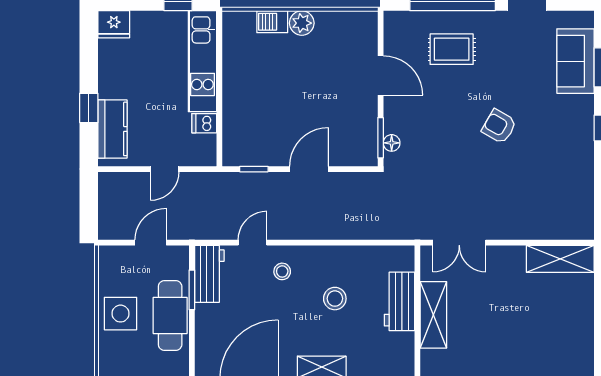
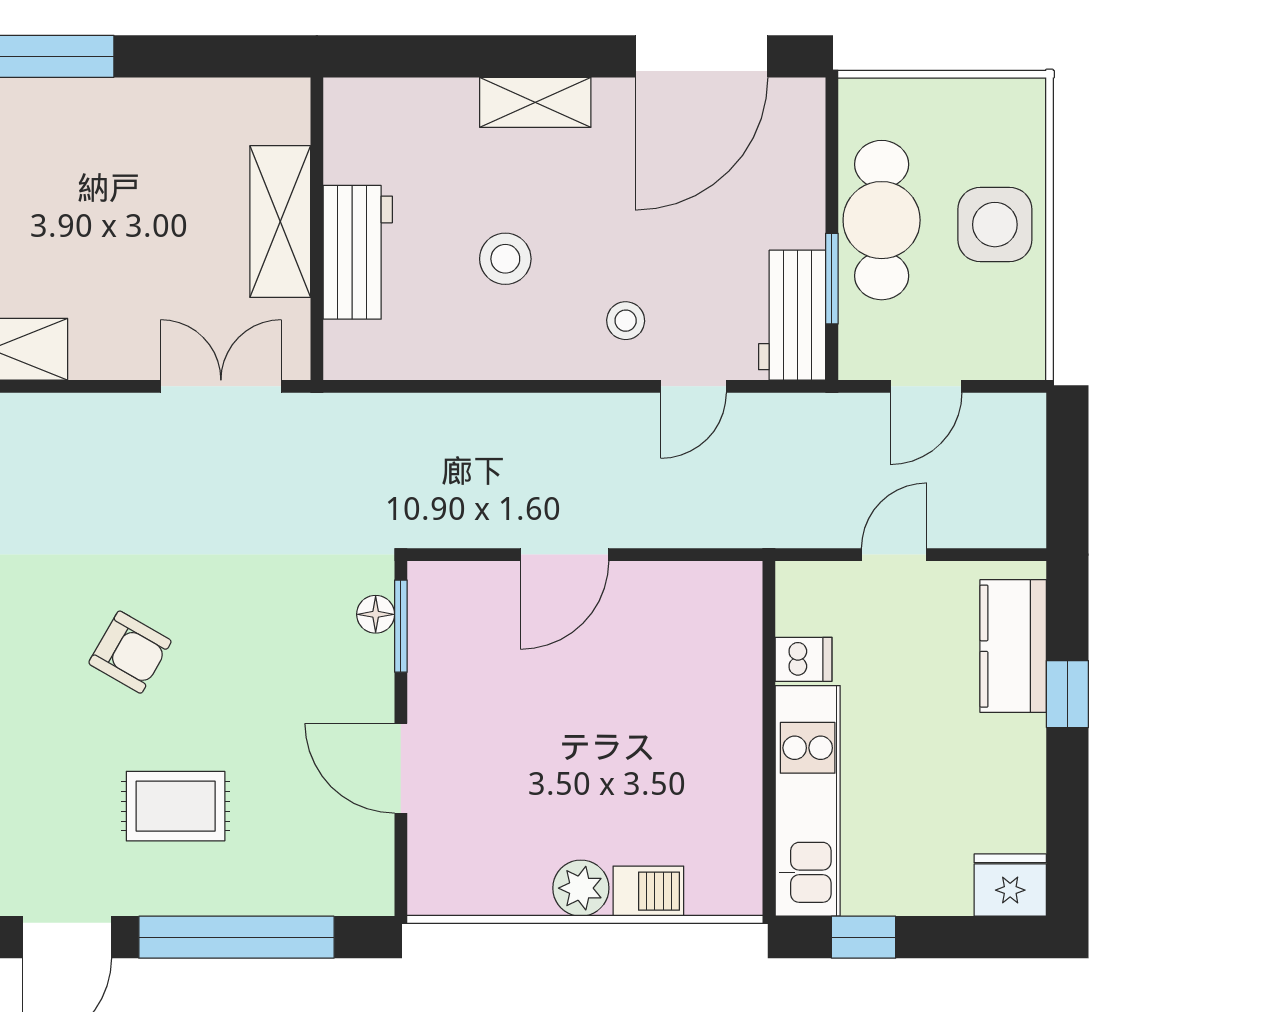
rug: (452, 49) -> (176, 806), moved
window: (254, 169) -> (690, 555), removed

